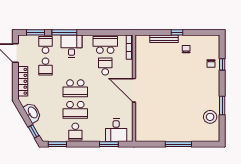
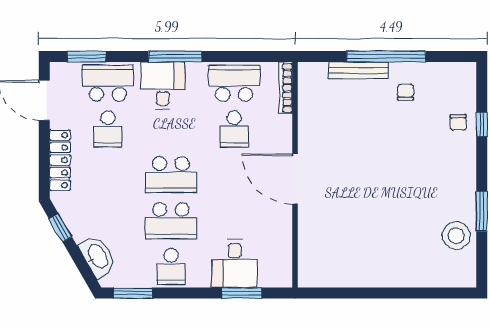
window: (64, 32) -> (175, 57), moved
window: (177, 32) -> (386, 57), width x3.17
school desk: (46, 45) -> (108, 83), width x1.85
school desk: (105, 67) -> (234, 129), turned 180
washbasin: (32, 113) -> (97, 256), moved
desk: (116, 130) -> (235, 264), moved
window: (34, 131) -> (61, 228), moved
window: (178, 144) -> (389, 293), removed

